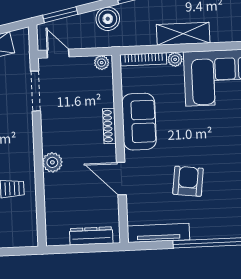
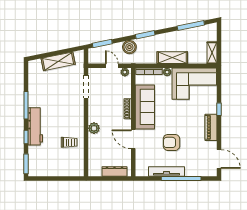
door: (58, 53) -> (112, 66), moved
sofa: (139, 122) -> (145, 107), width x1.36
armchair: (188, 181) -> (171, 142), turned -97
tv unit: (158, 233) -> (167, 171), moved

